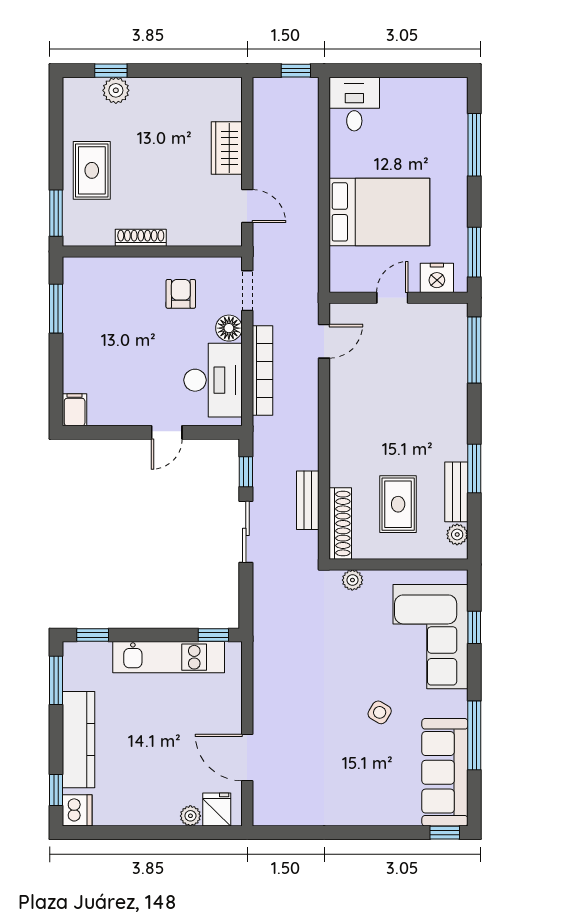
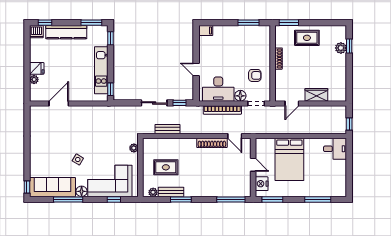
shoe rack: (340, 523) -> (212, 143), moved
floor lamp: (455, 704) -> (82, 191), added
fridge: (217, 810) -> (37, 68), moved

